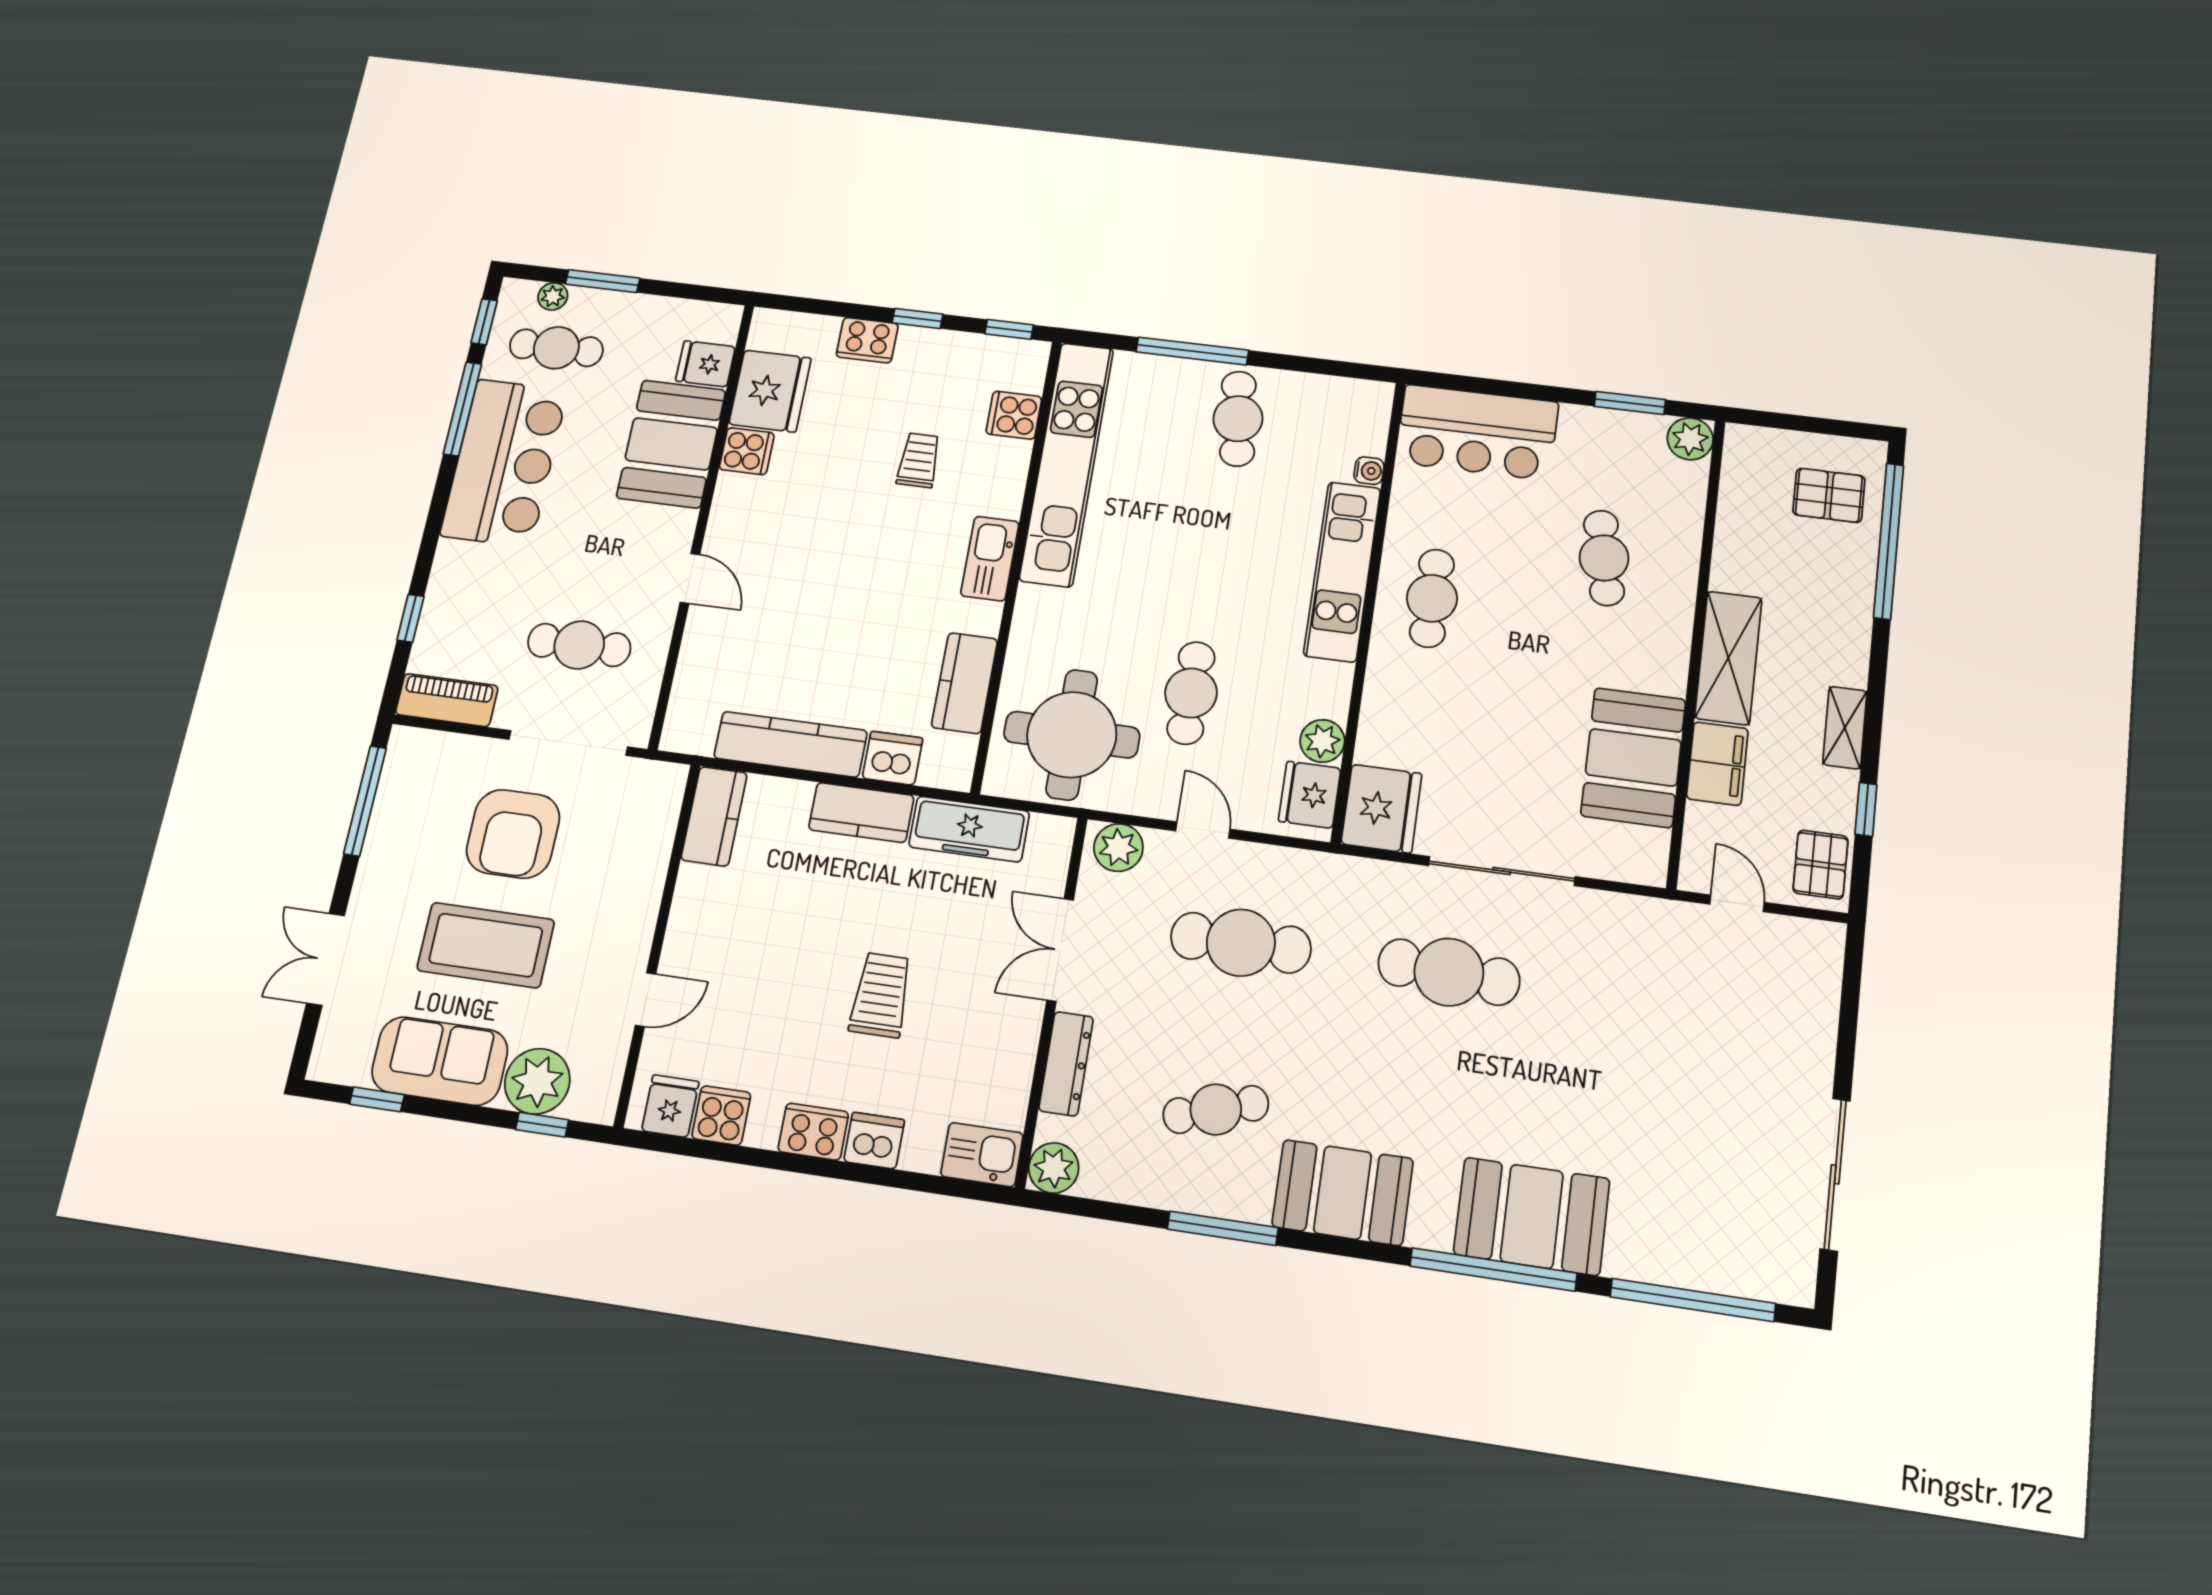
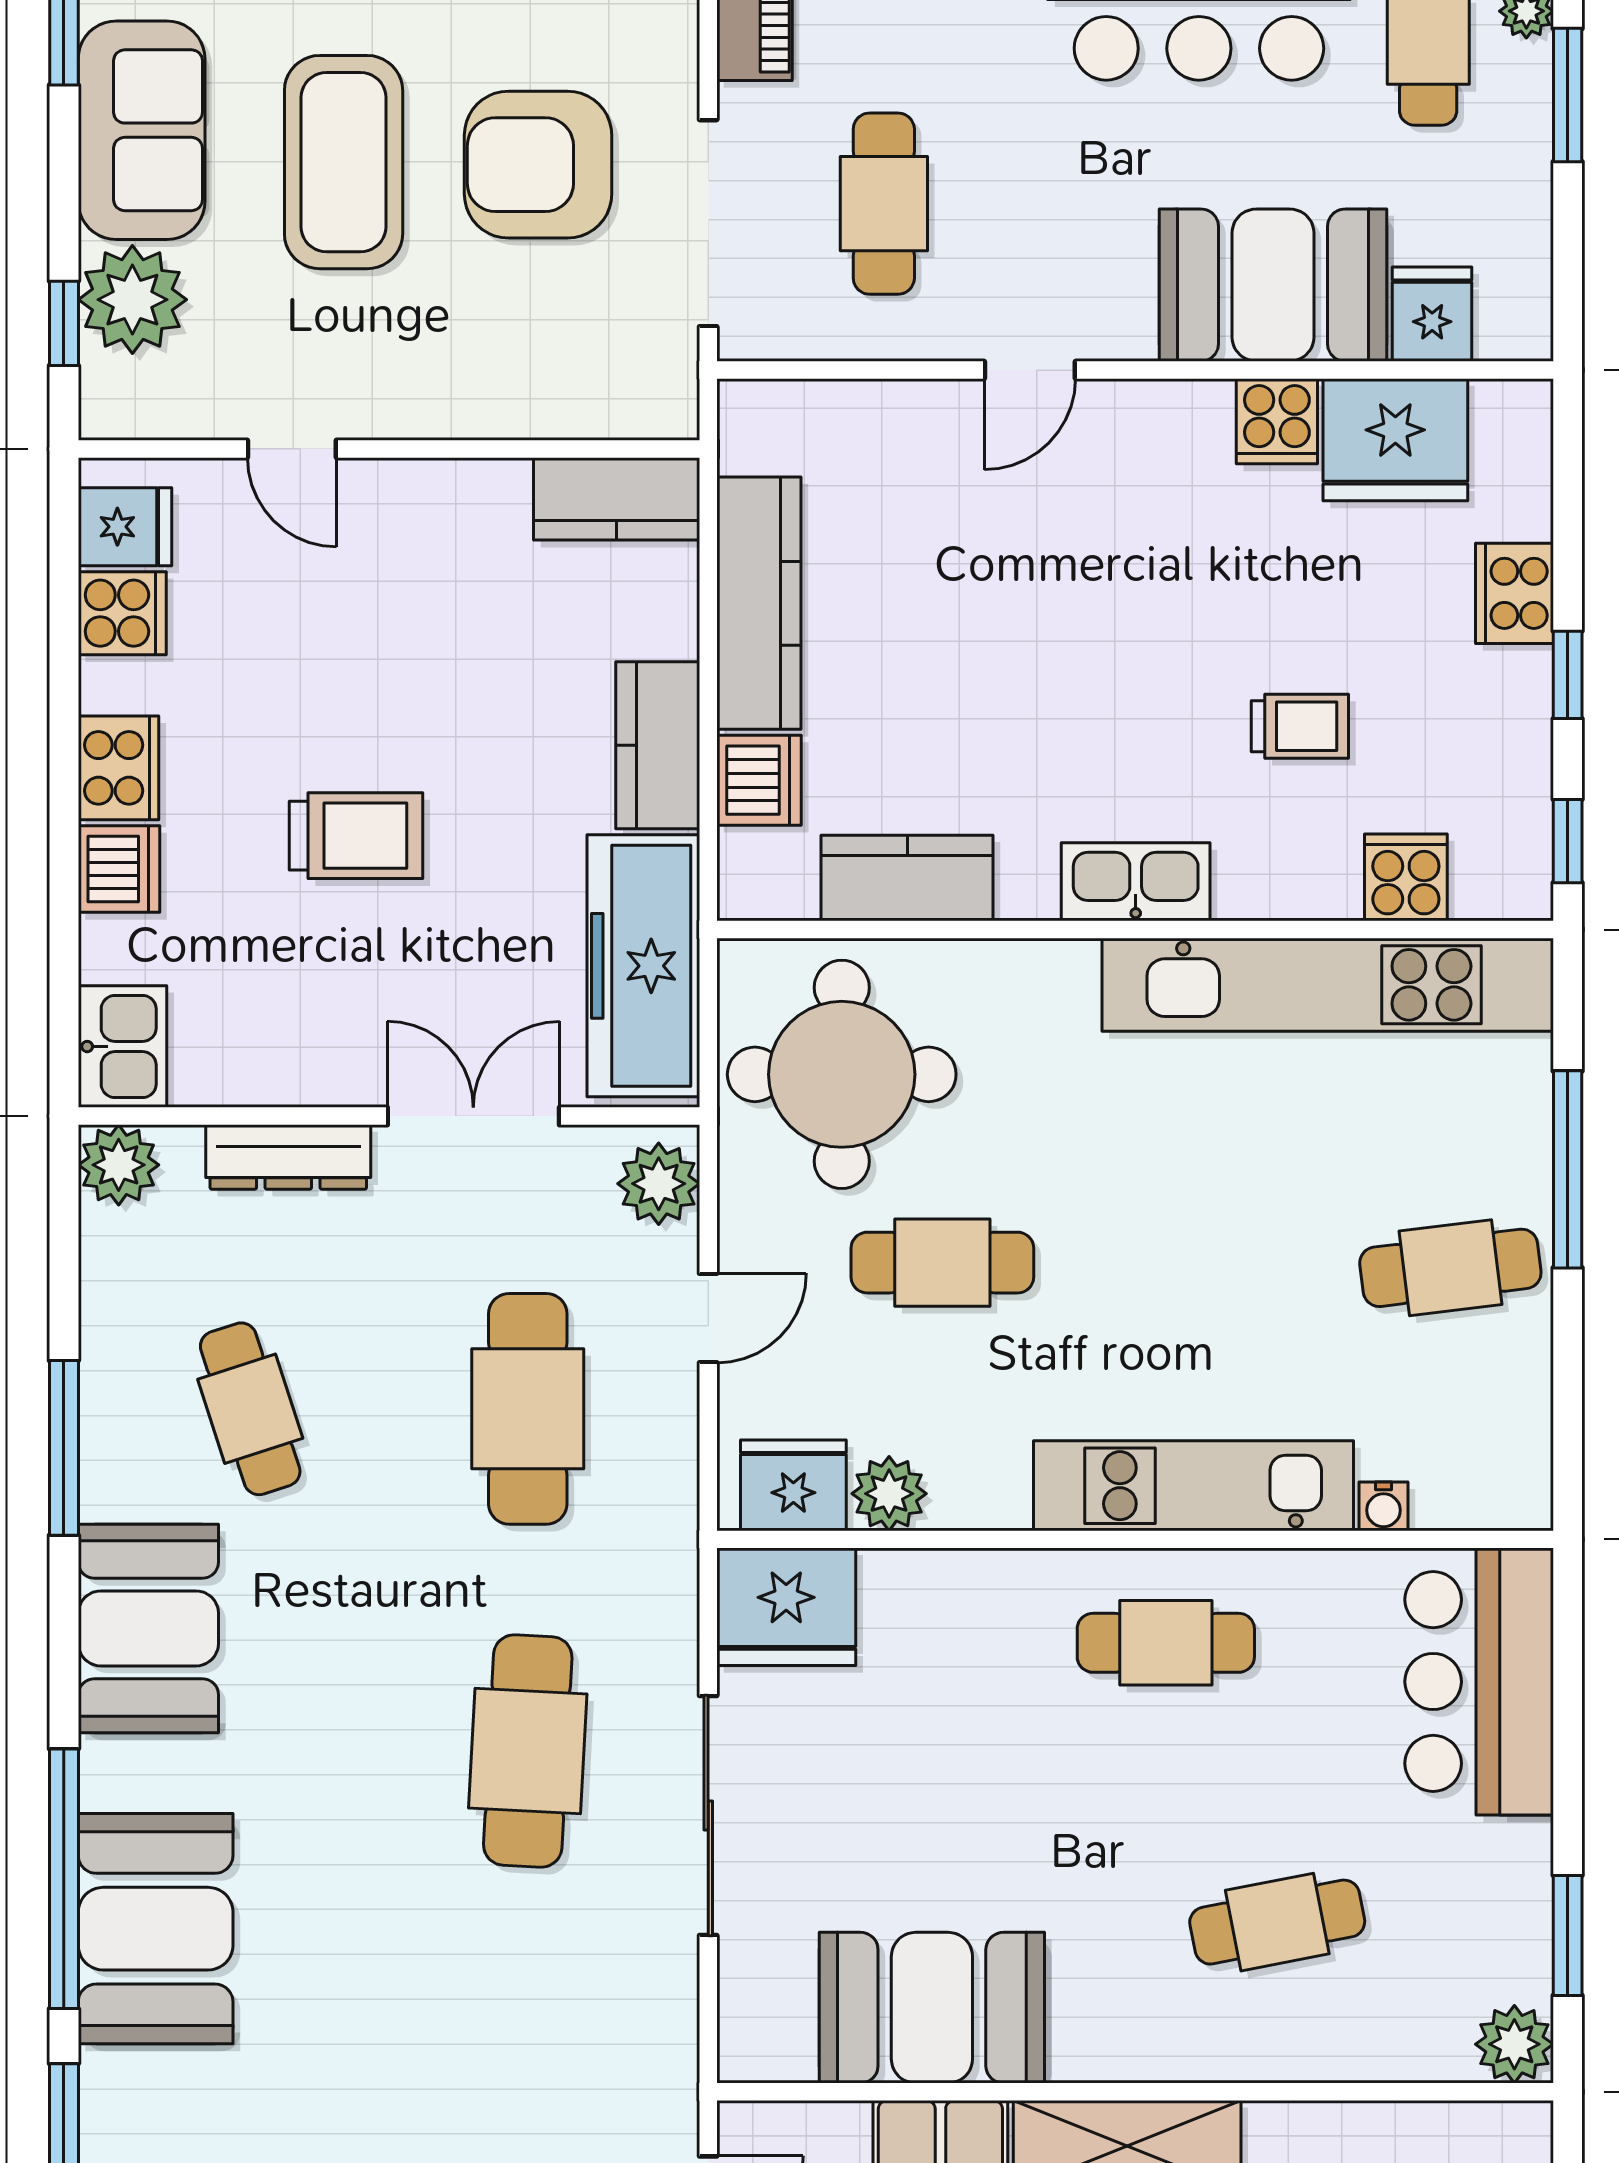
freezer: (969, 829) -> (643, 966), width x1.36, depth x1.26

